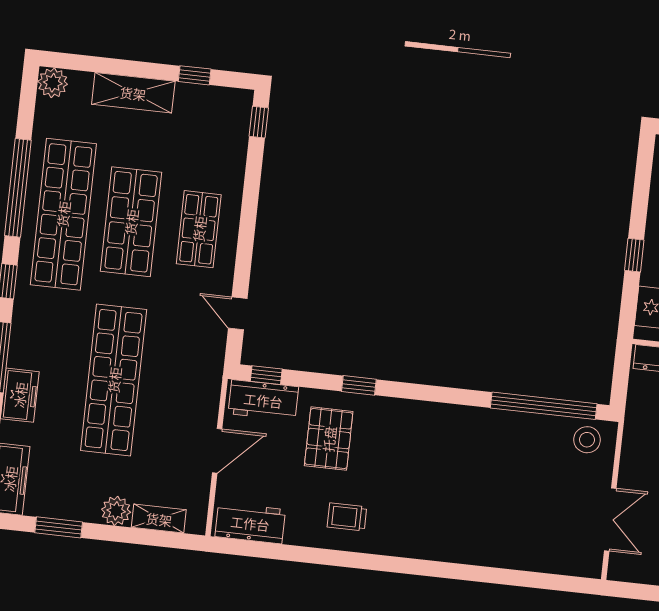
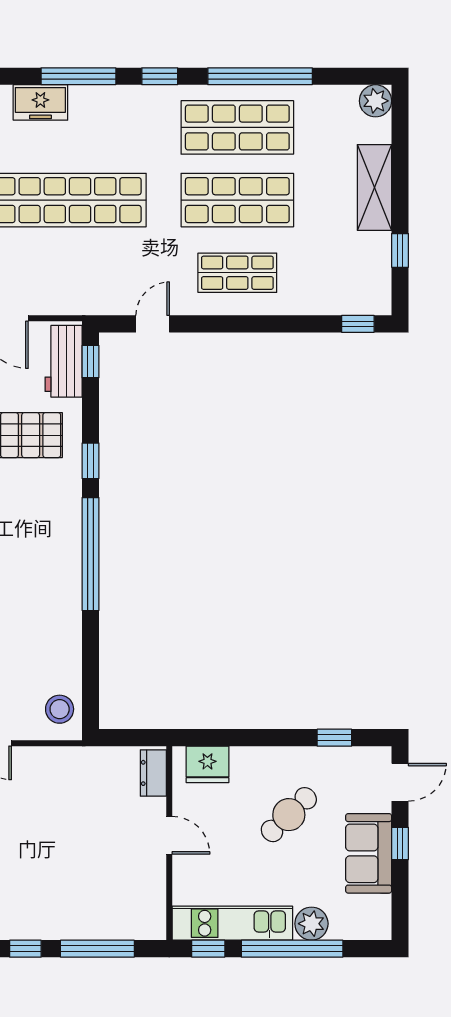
shop shelf: (63, 214) -> (237, 127), width x0.71
window: (634, 255) -> (334, 738), moved
window: (544, 406) -> (90, 554), moved

